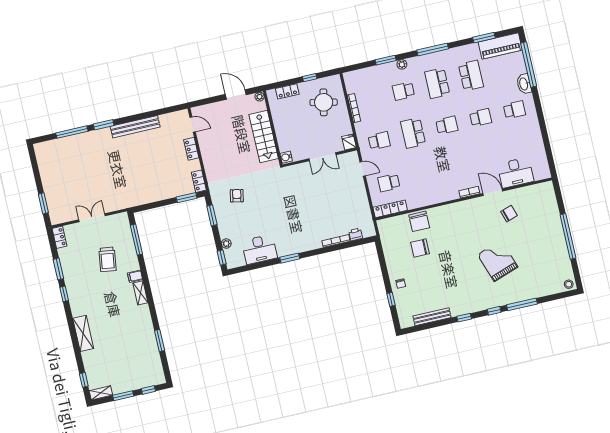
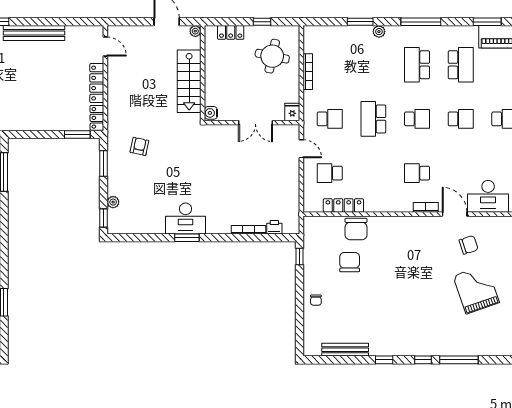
school desk: (403, 91) -> (417, 173), moved
locker: (191, 149) -> (97, 83), width x1.53
locker: (390, 209) -> (343, 205), moved
chair: (420, 248) -> (350, 262), turned 90
desk: (259, 249) -> (186, 219), moved
grand piano: (498, 261) -> (476, 289), moved
window: (391, 299) -> (300, 256), moved

